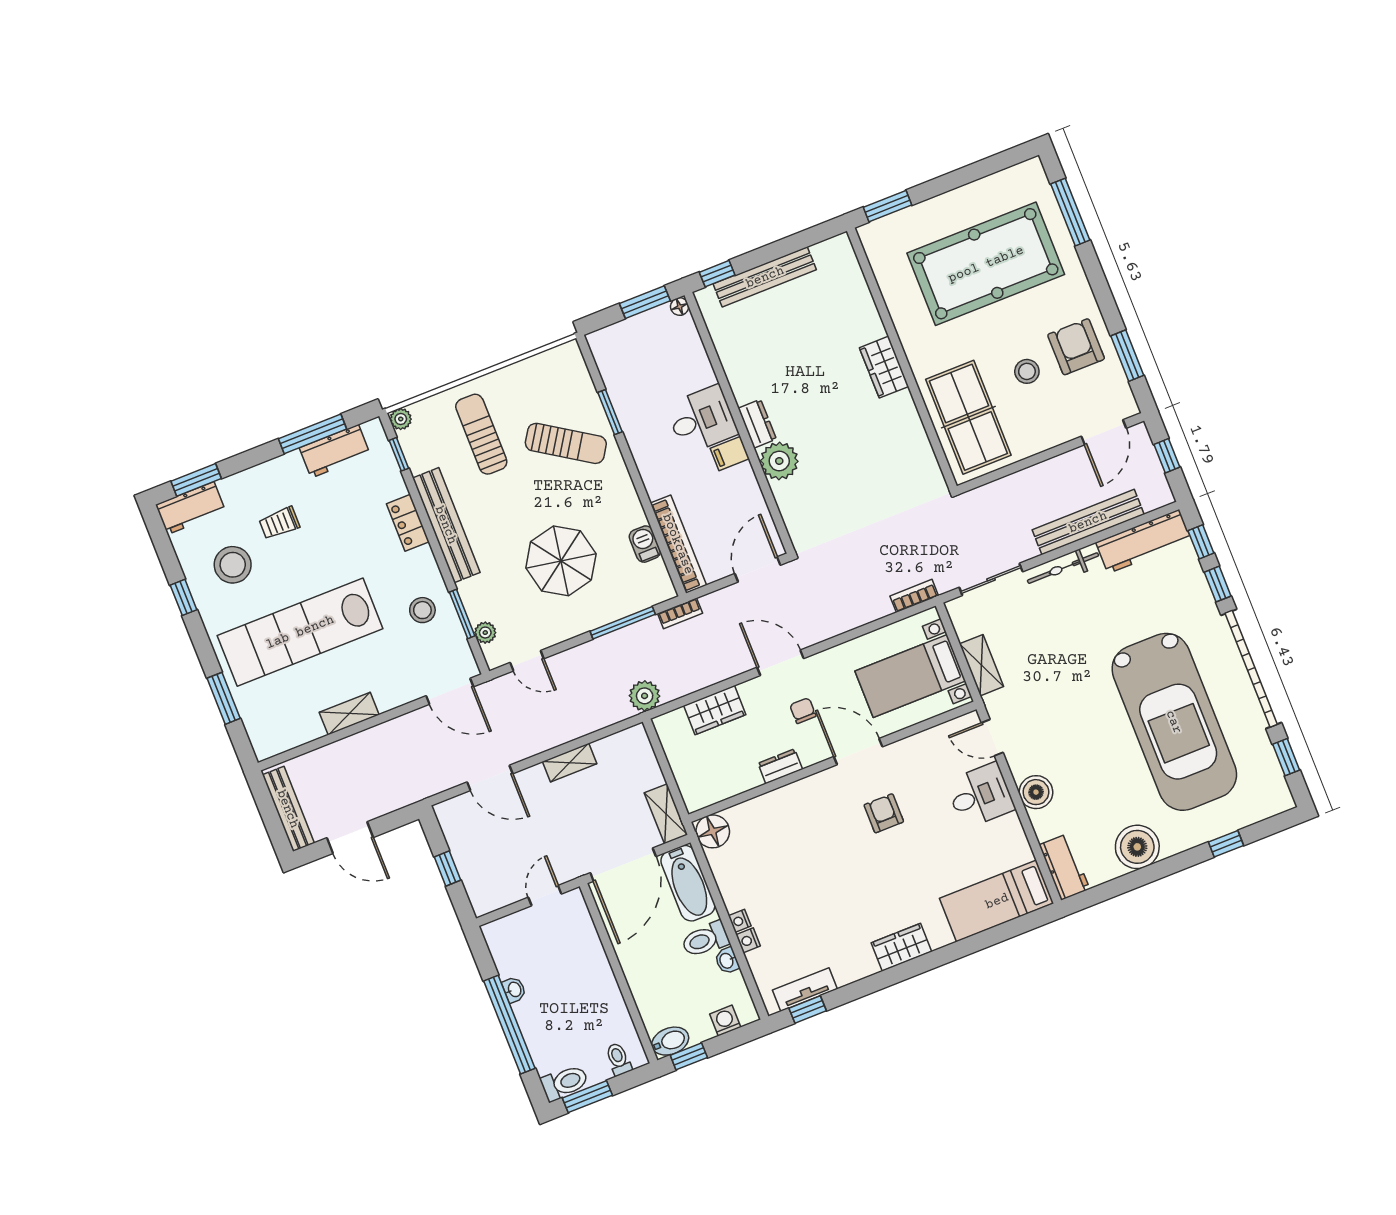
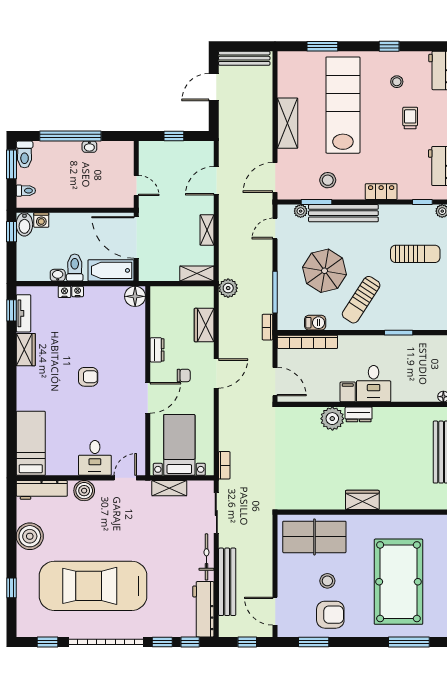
sun lounger: (566, 443) -> (361, 300), moved
bench: (446, 525) -> (343, 213), moved
stool: (233, 565) -> (397, 82), width x0.53, depth x0.53
shelving: (349, 714) -> (288, 123), width x1.50, depth x1.33
armchair: (884, 813) -> (88, 377), moved
shelving: (666, 814) -> (197, 274), moved
workbench: (1064, 867) -> (42, 490), width x1.38
wardrobe: (901, 947) -> (26, 350), moved
washing machine: (725, 1021) -> (41, 220), moved, turned 90

